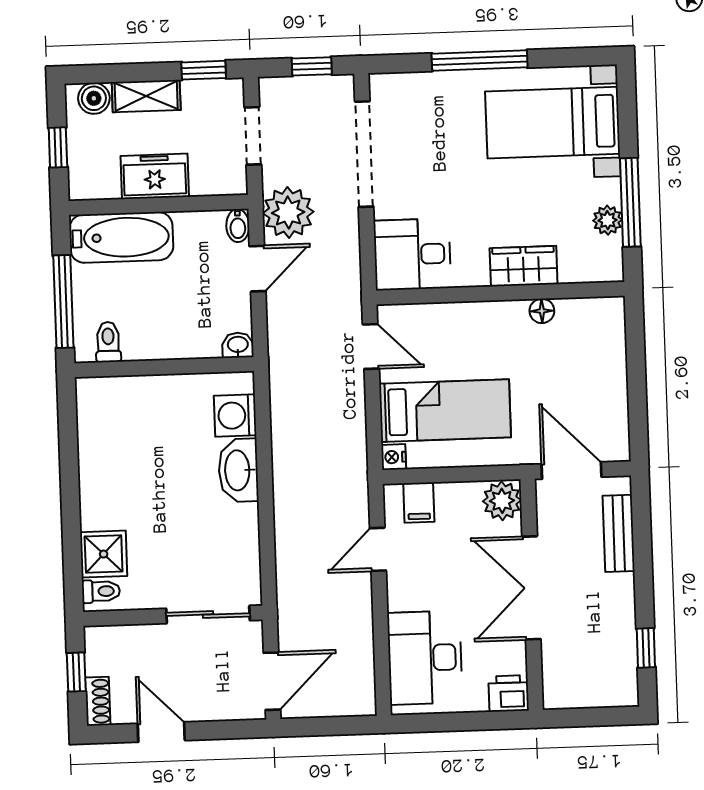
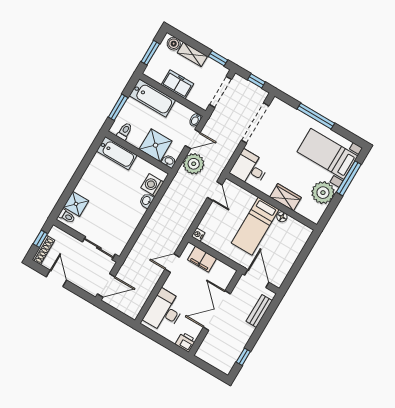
doorway: (253, 136) -> (221, 92), width x1.38
window: (58, 147) -> (150, 53), width x1.50
window: (630, 202) -> (349, 178), moved
plant: (288, 212) -> (194, 164), moved
plant: (608, 220) -> (323, 193), width x1.88, depth x1.88
window: (63, 301) -> (118, 107), width x0.69
shower: (190, 330) -> (156, 145), added
bathtub: (121, 397) -> (117, 153), added
bed: (445, 411) -> (255, 226), moved, turned 90
washbasin: (238, 470) -> (147, 201), width x0.52, depth x0.69
plant: (502, 501) -> (226, 274), removed
filing cabinet: (419, 503) -> (202, 259), width x2.00
shoe rack: (98, 701) -> (43, 250), width x1.43

